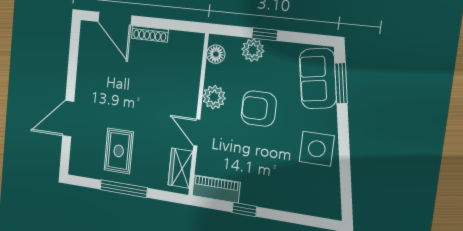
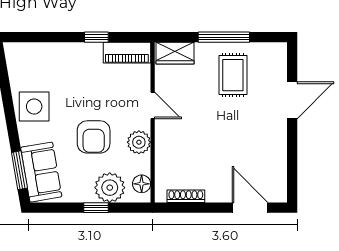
shoe rack: (150, 34) -> (186, 196), moved
plant: (253, 50) -> (110, 188), width x1.36, depth x1.36
armchair: (259, 109) -> (94, 137), turned 90
wardrobe: (180, 168) -> (175, 53), moved, turned 90

